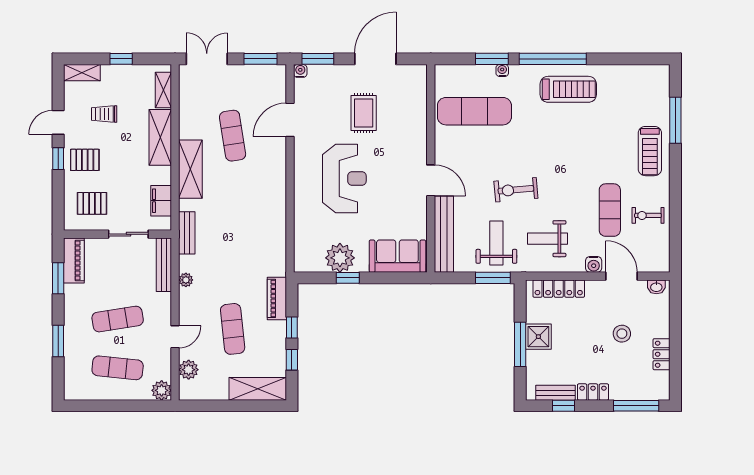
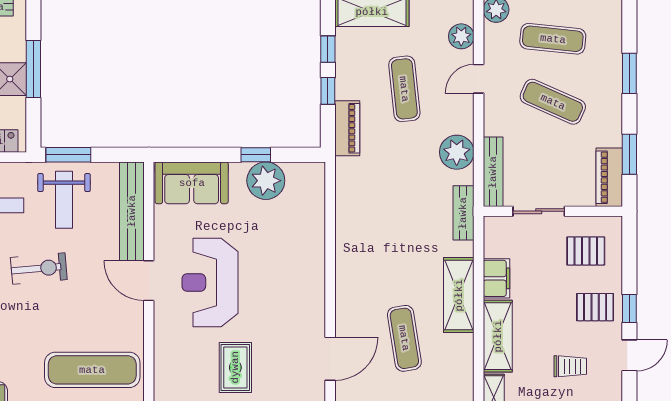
reception desk: (344, 178) -> (210, 282), moved
filing cabinet: (161, 201) -> (497, 278), moved
plant: (186, 280) -> (457, 152), width x1.88, depth x1.88
exercise mat: (118, 319) -> (553, 102), turned 33

